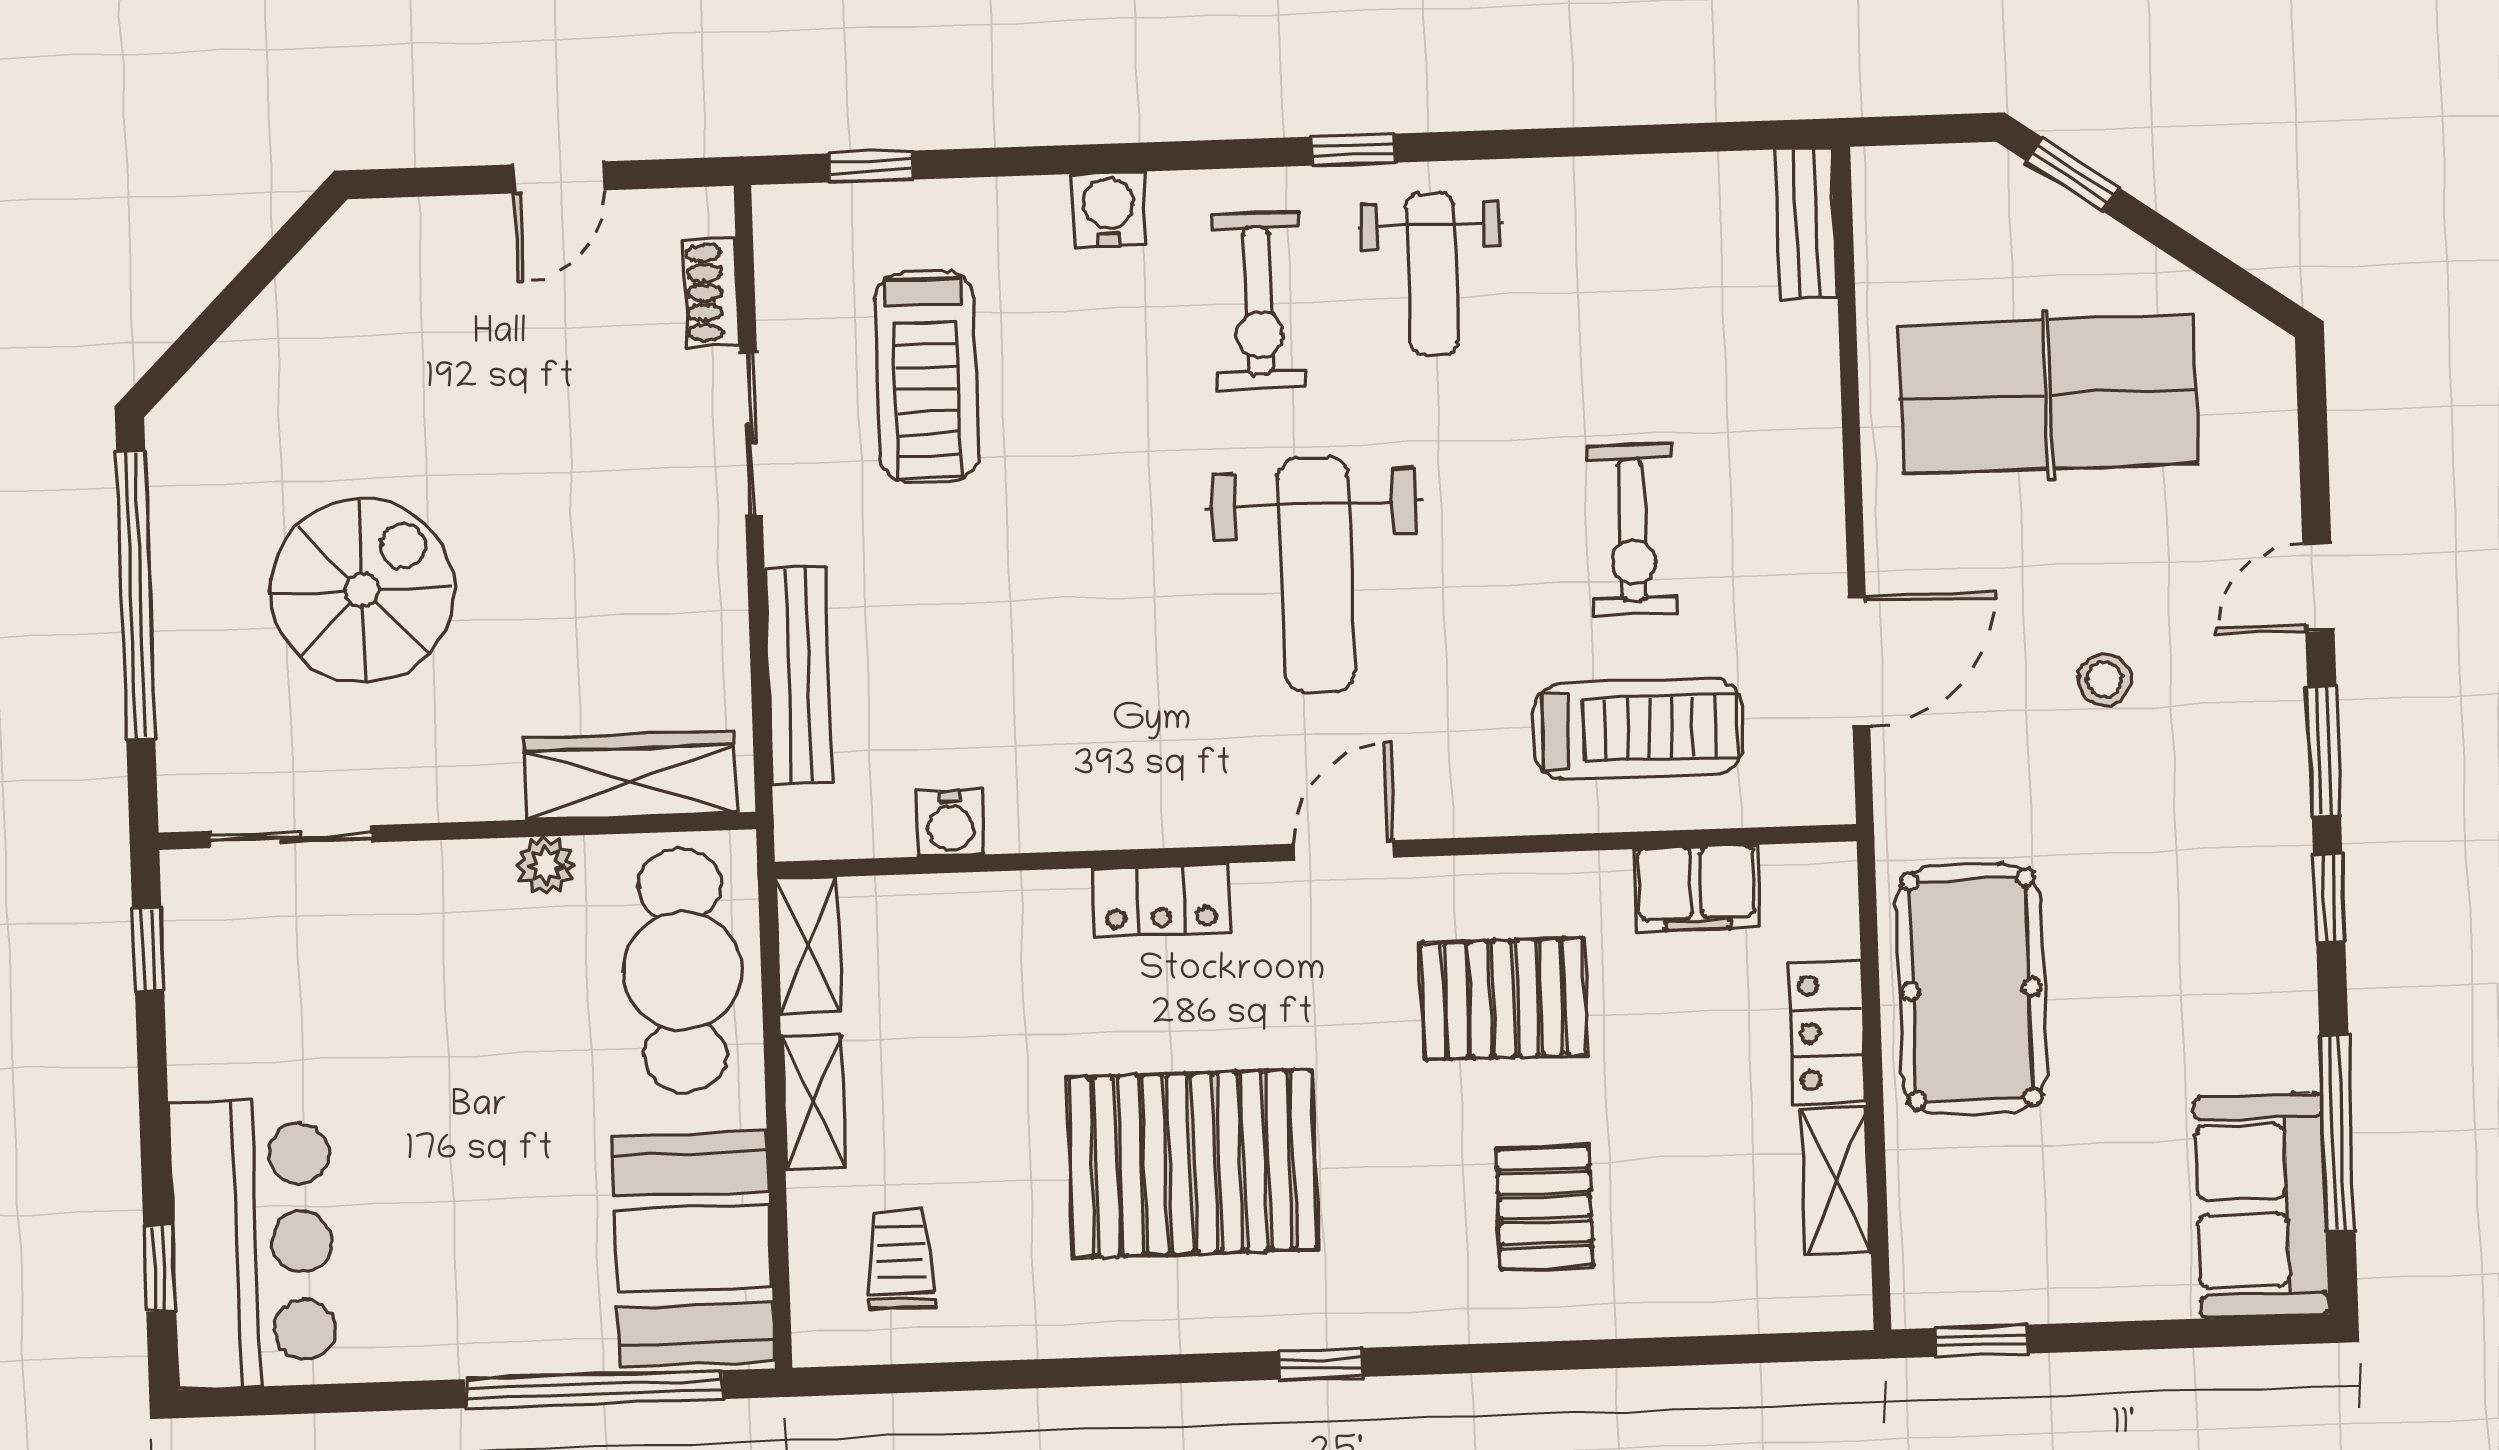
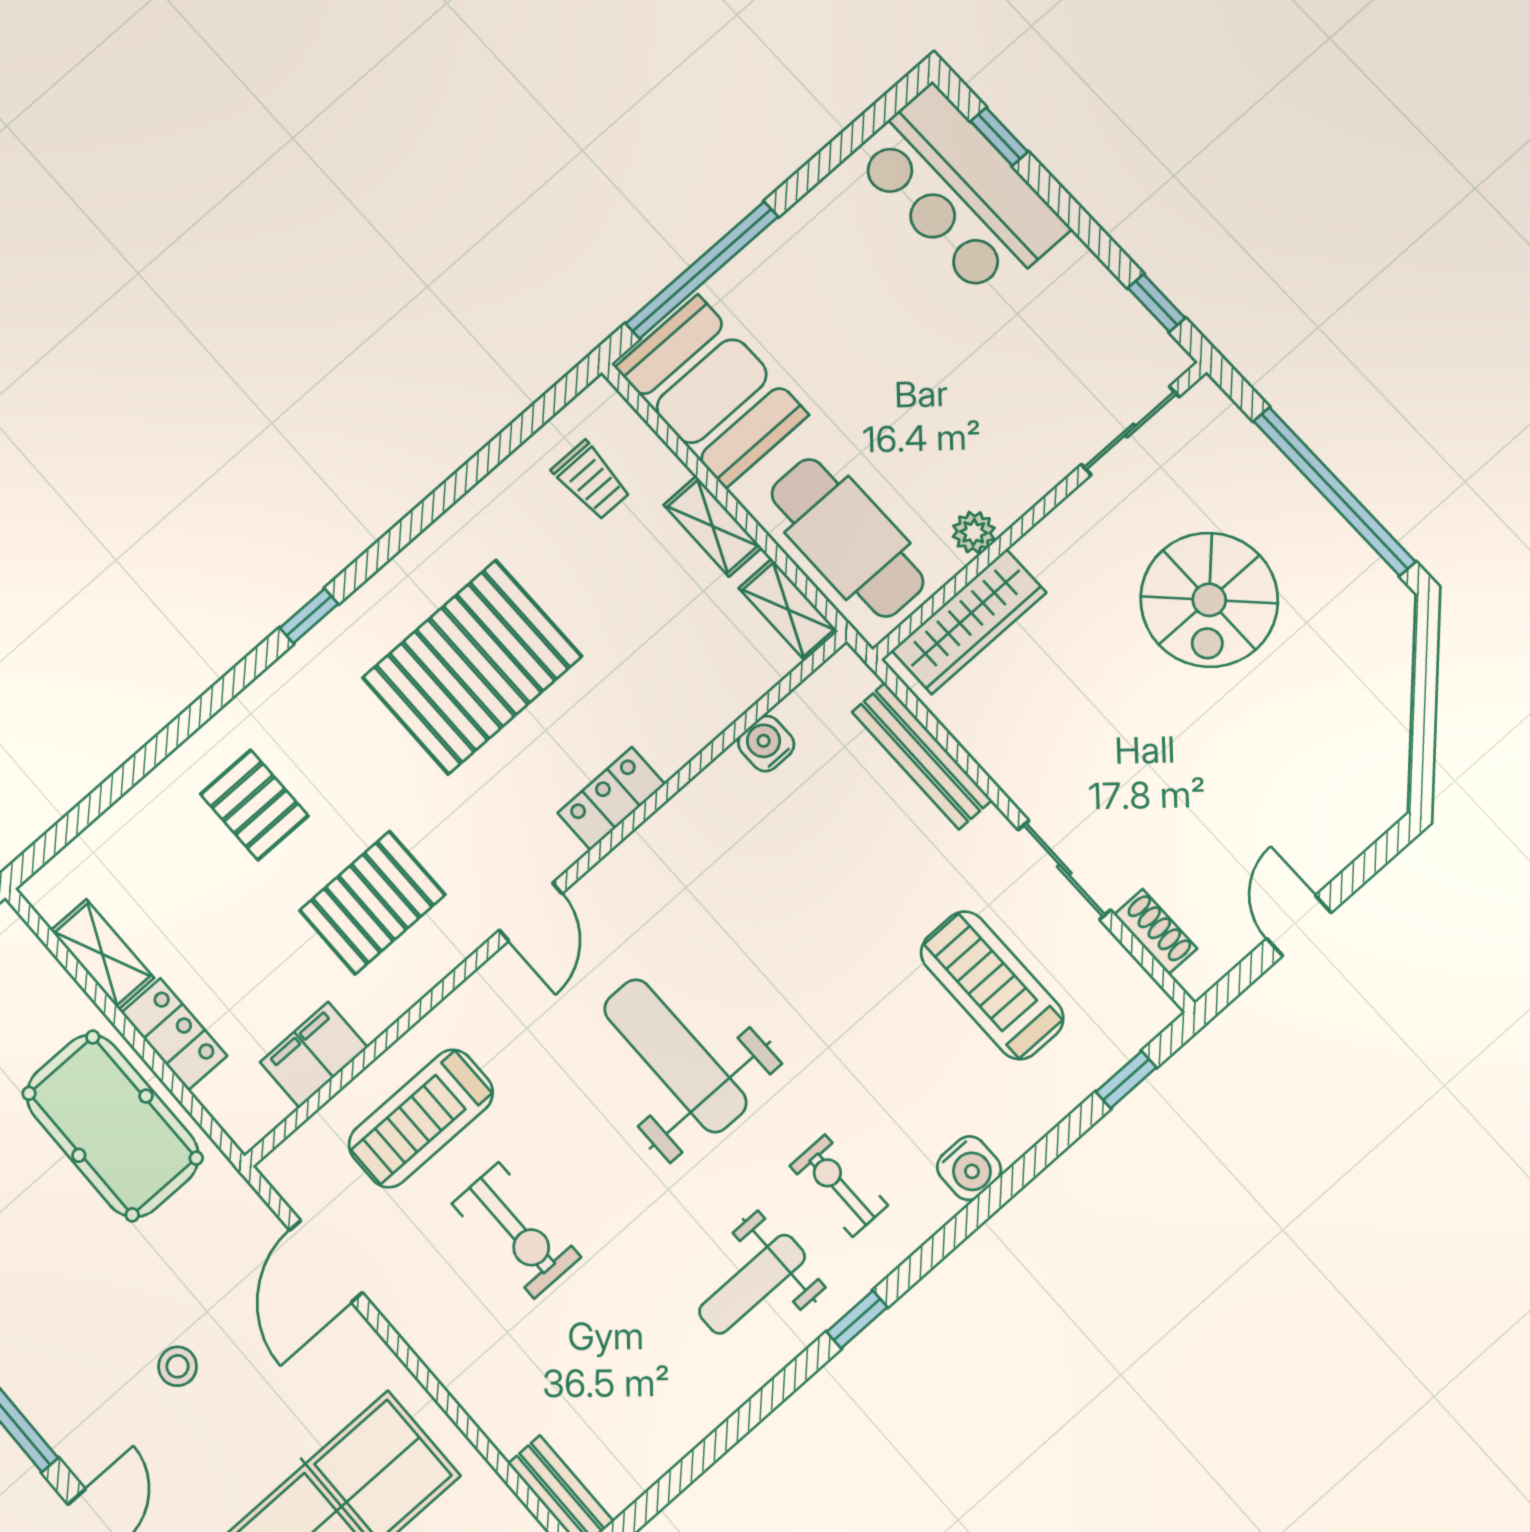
weight bench: (1432, 274) -> (752, 1284), turned -90
exercise bike: (1258, 301) -> (839, 1186), width x0.73, depth x0.72
exercise bike: (1632, 530) -> (516, 1230), turned 180

